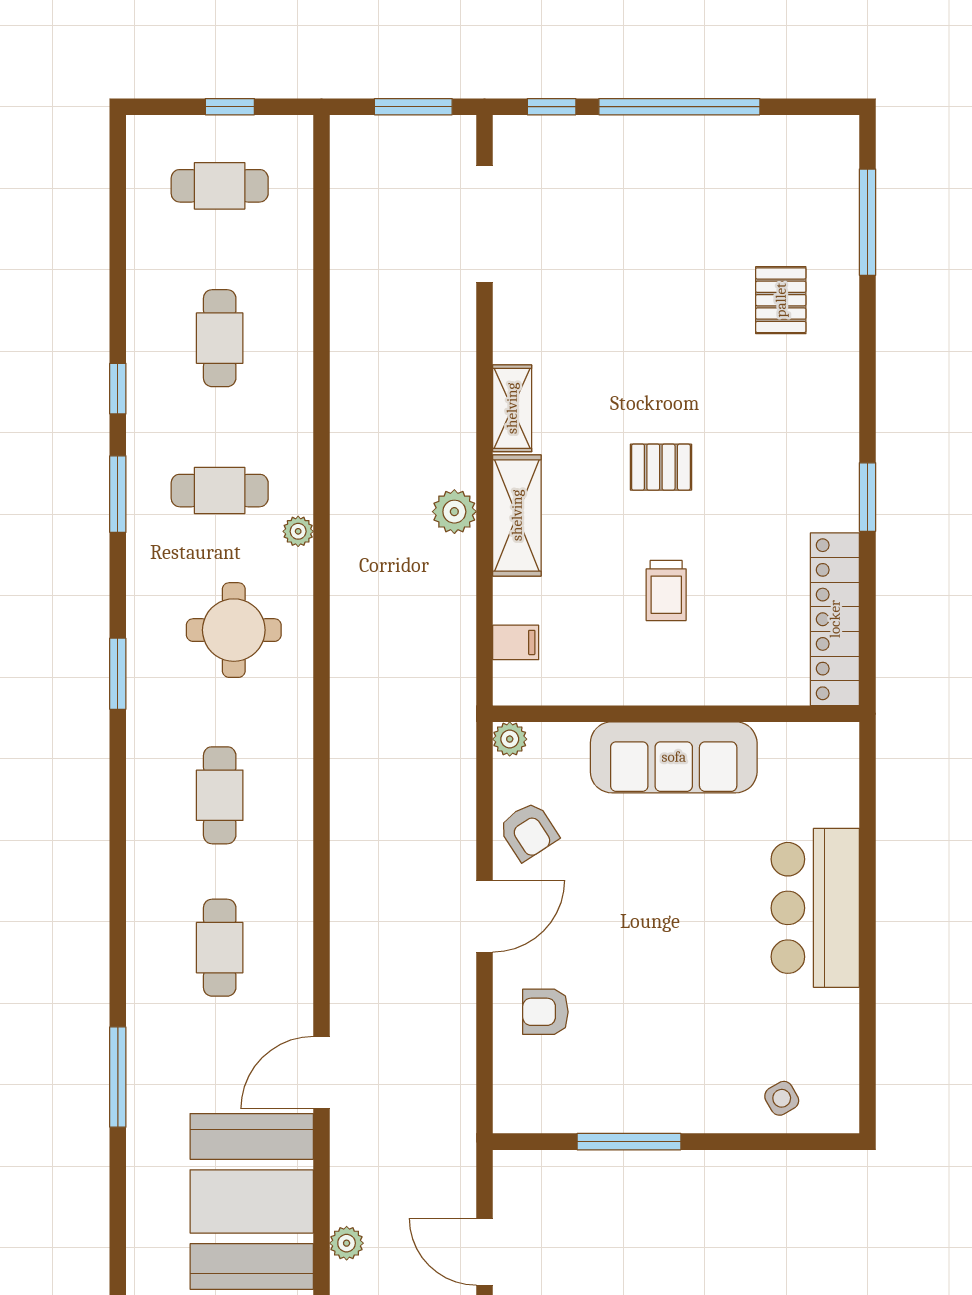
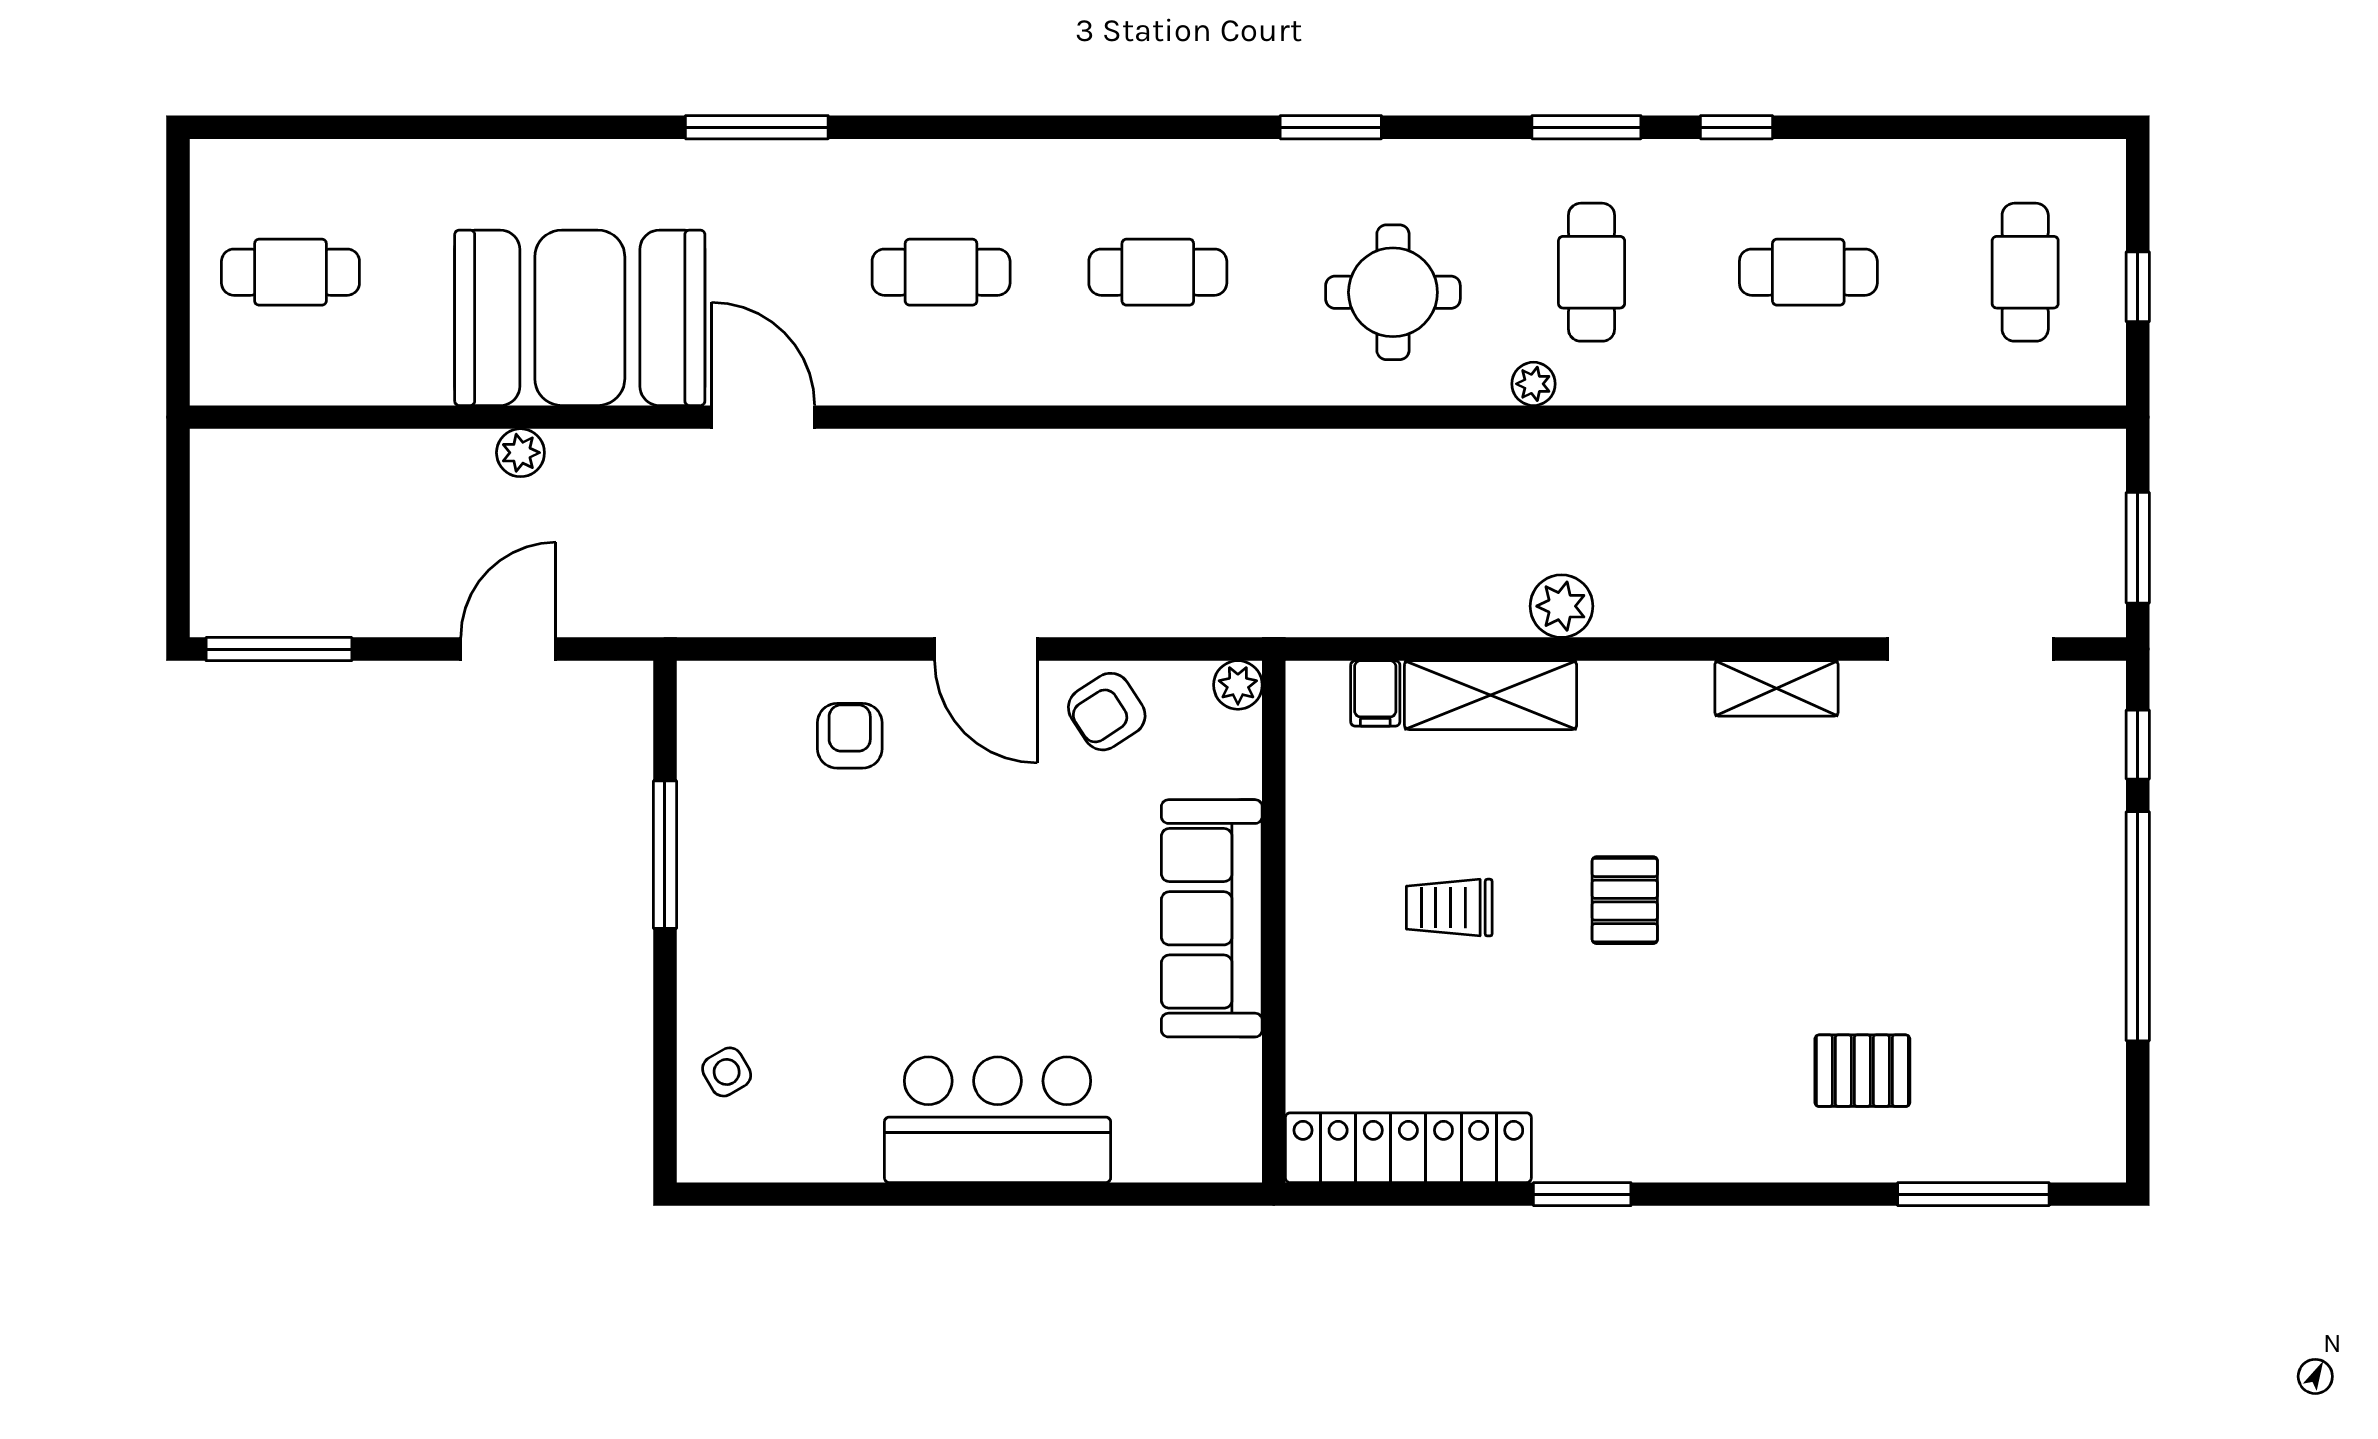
shelving: (512, 408) -> (1776, 688), moved
shelving: (517, 515) -> (1491, 695), moved

